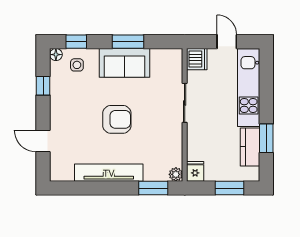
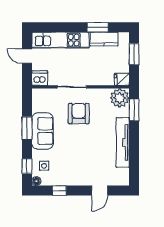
door: (227, 42) -> (27, 56), hinge flipped
armchair: (117, 119) -> (79, 114), moved
plant: (176, 174) -> (120, 98), width x1.88, depth x1.88

